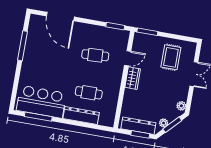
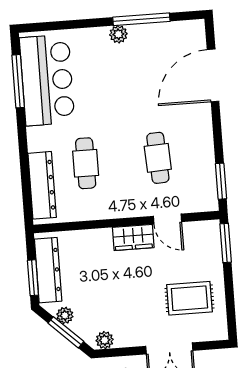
plant: (27, 59) -> (118, 34), added
dresser: (81, 116) -> (42, 185), moved

